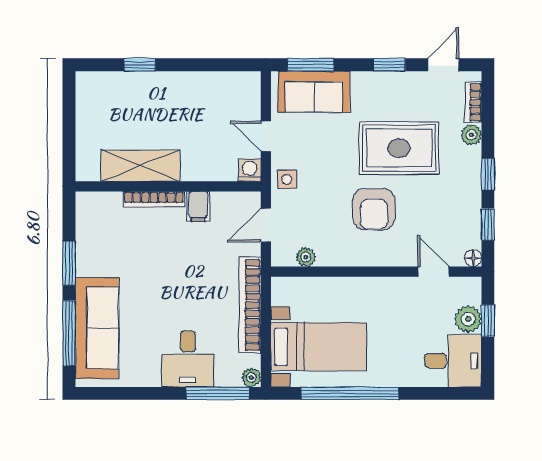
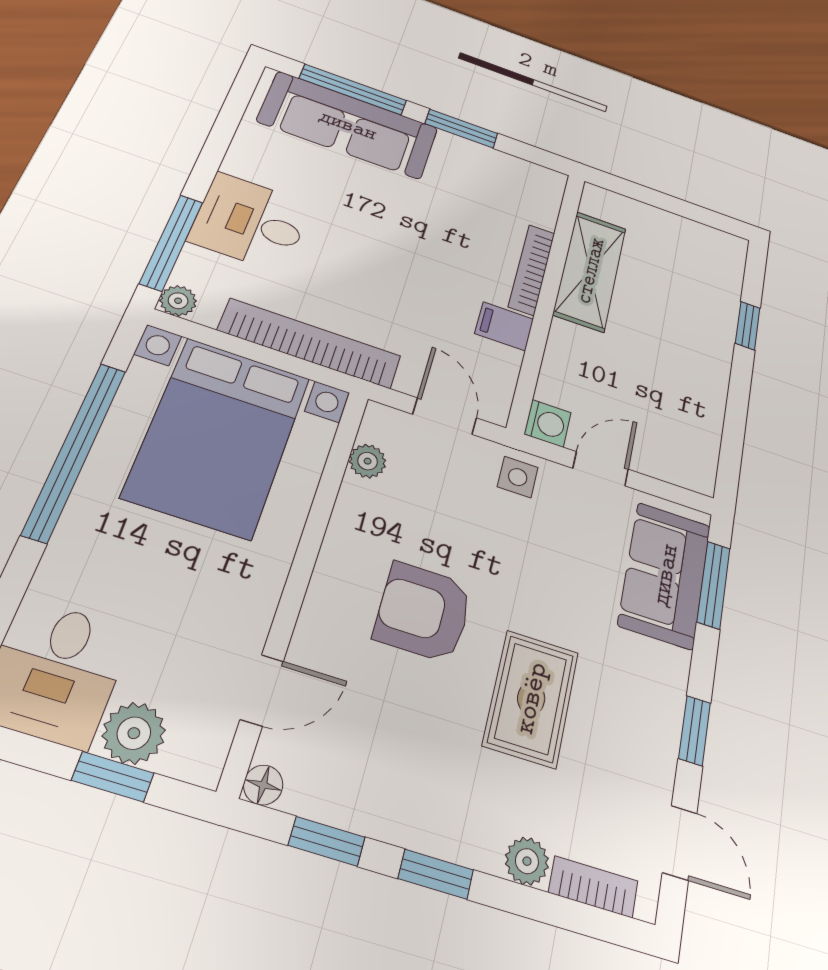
rug: (399, 148) -> (531, 698), width x0.73, depth x0.70
bed with nightstands: (319, 347) -> (218, 436), width x1.36

